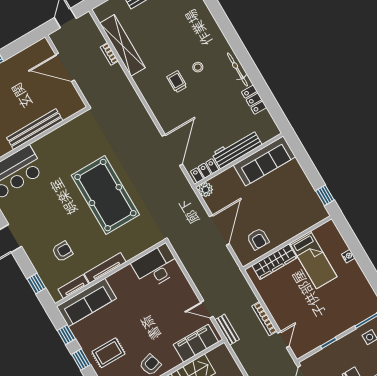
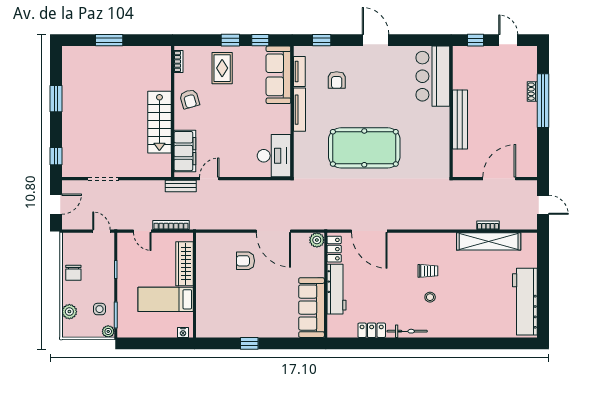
wall: (287, 243) -> (194, 285), moved
bed: (313, 260) -> (166, 299), moved
wardrobe: (274, 262) -> (185, 264), moved

